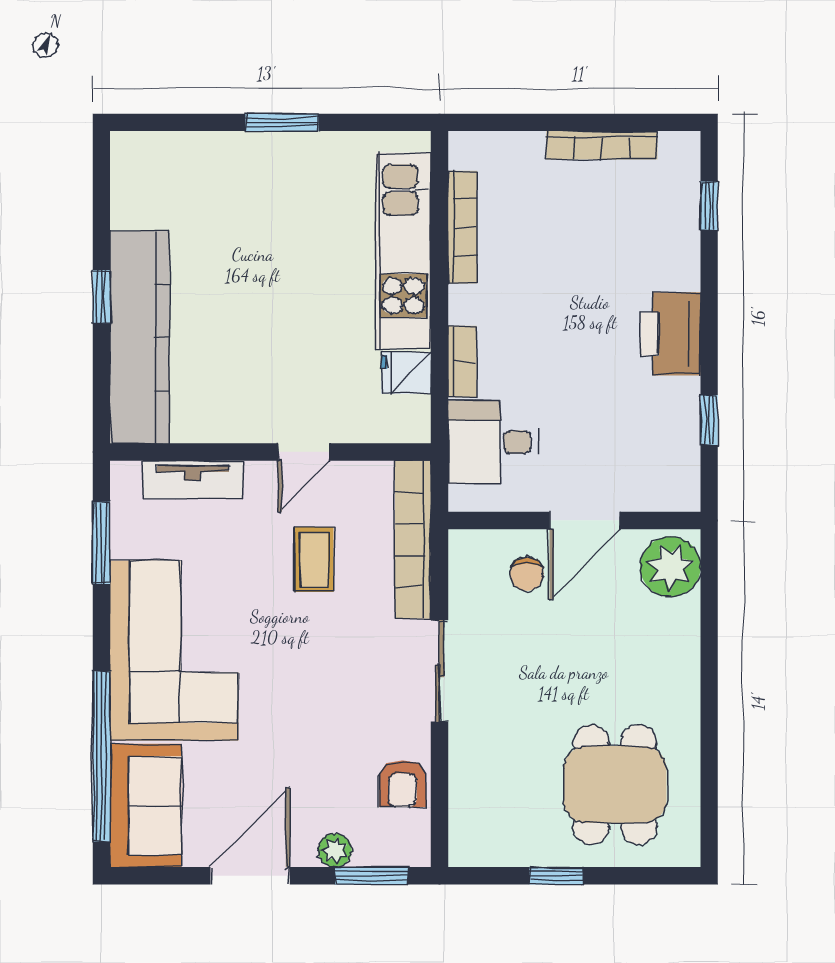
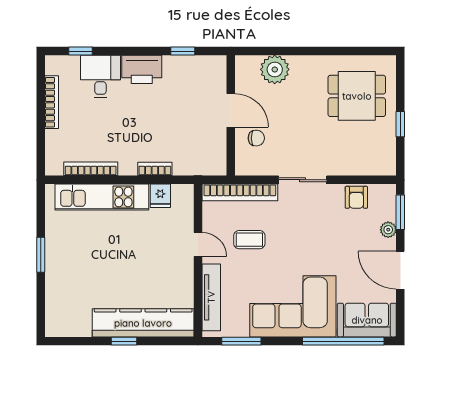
desk: (493, 442) -> (100, 76), moved, turned 180
tv unit: (193, 480) -> (211, 297), width x1.41
plant: (670, 567) -> (275, 69), moved
armchair: (403, 784) -> (356, 197), turned 90

